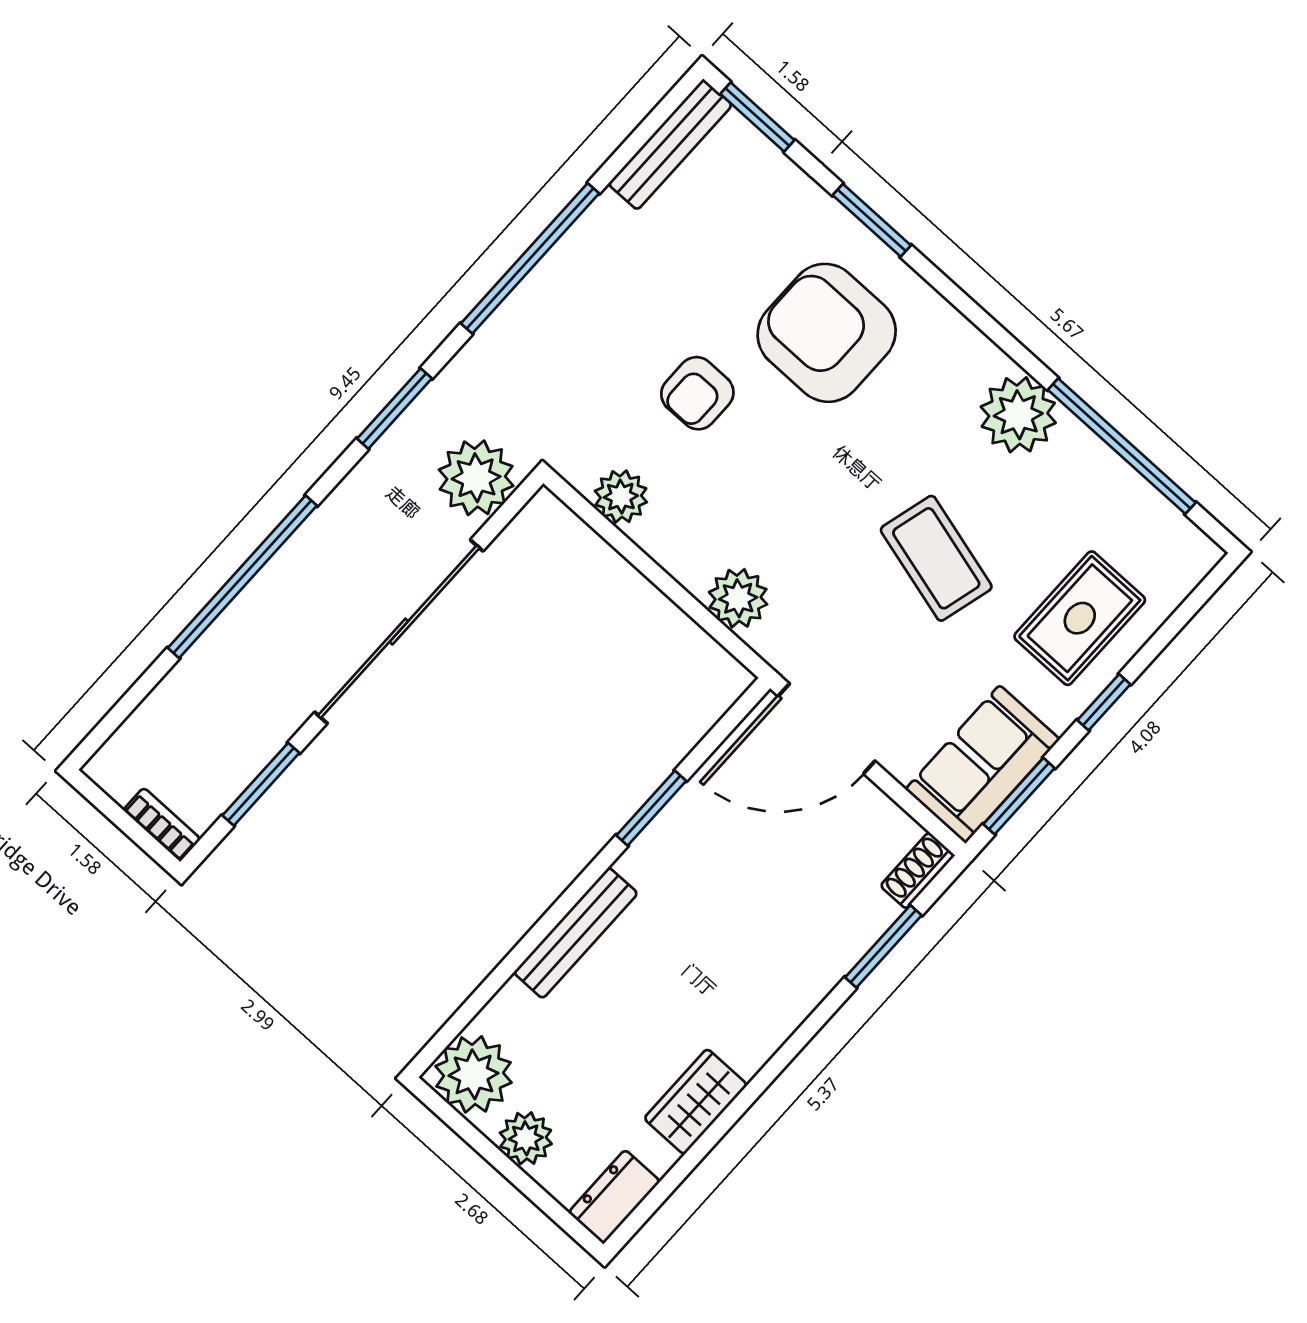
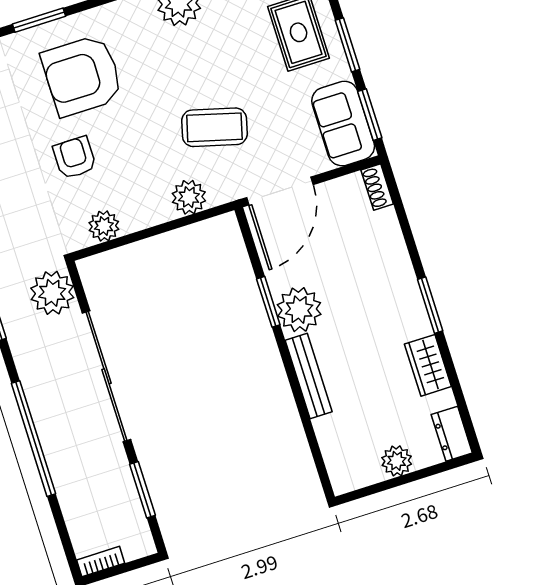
armchair: (697, 393) -> (75, 158), turned 180
coffee table: (936, 558) -> (214, 127), moved
window: (1104, 702) -> (348, 45), width x1.50
bookcase: (162, 825) -> (101, 562), moved
window: (883, 946) -> (430, 305), moved
plant: (474, 1074) -> (299, 310), moved

